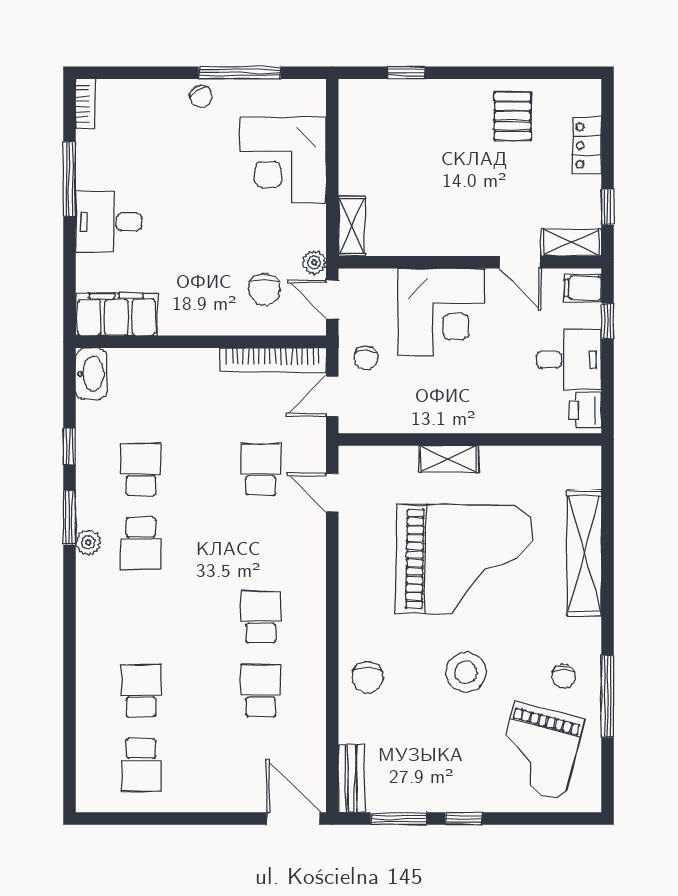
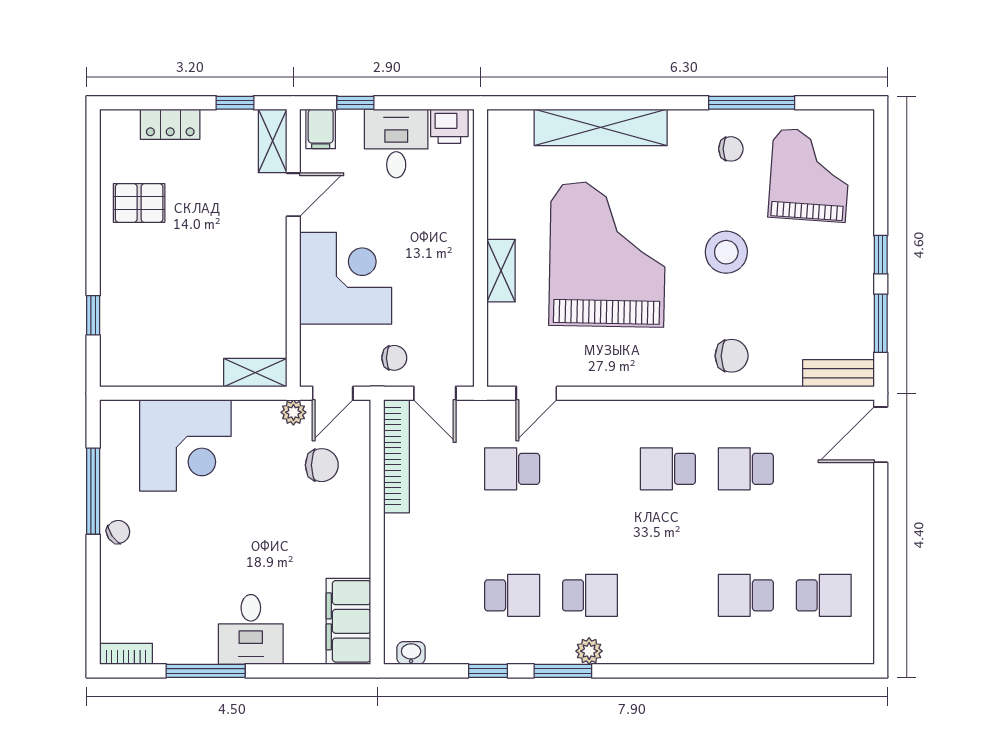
washbasin: (91, 374) -> (411, 653), width x0.52, depth x0.69
school desk: (141, 469) -> (512, 595), turned 180
grand piano: (539, 751) -> (810, 175), turned -101

